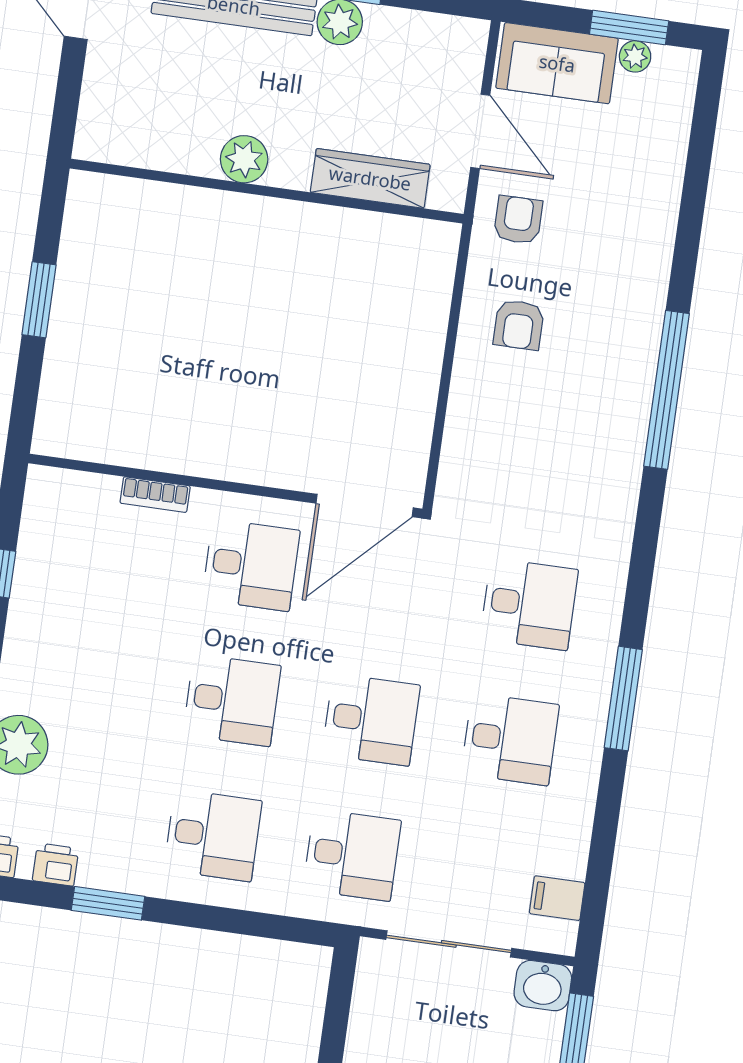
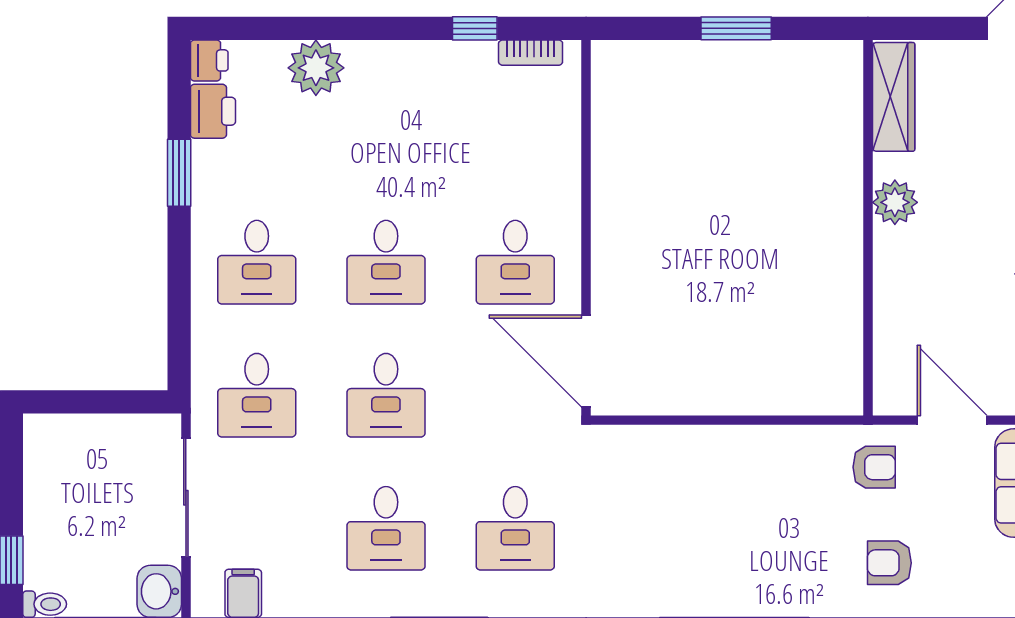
door: (480, 131) -> (952, 420), swing flipped
wardrobe: (370, 178) -> (894, 97), moved
armchair: (519, 325) -> (889, 563), moved
bookcase: (155, 495) -> (531, 53), moved, turned -90
printer: (56, 865) -> (213, 111), width x1.36, depth x1.24

